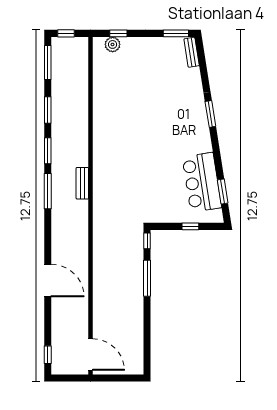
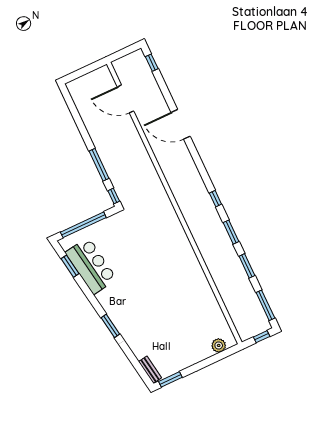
window: (118, 33) -> (218, 357), removed
bench: (82, 183) -> (190, 219), removed
window: (48, 191) -> (215, 199), width x0.46
window: (190, 226) -> (83, 225), width x3.17
door: (91, 355) -> (125, 99), moved

